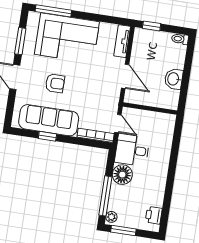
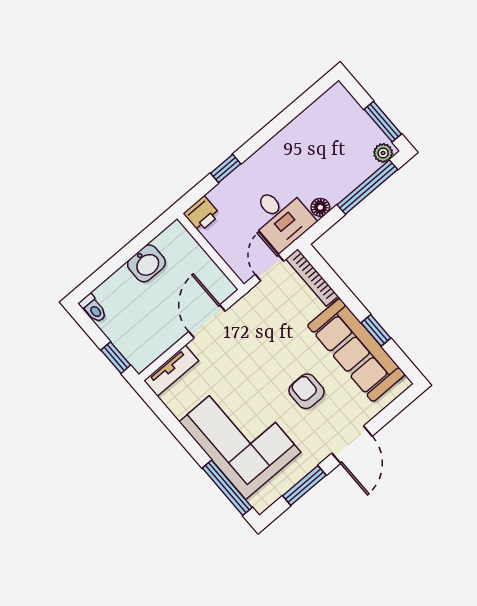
window: (175, 151) -> (226, 168), added
floor lamp: (122, 175) -> (320, 207), width x0.53, depth x0.53
printer: (154, 215) -> (202, 214), moved

